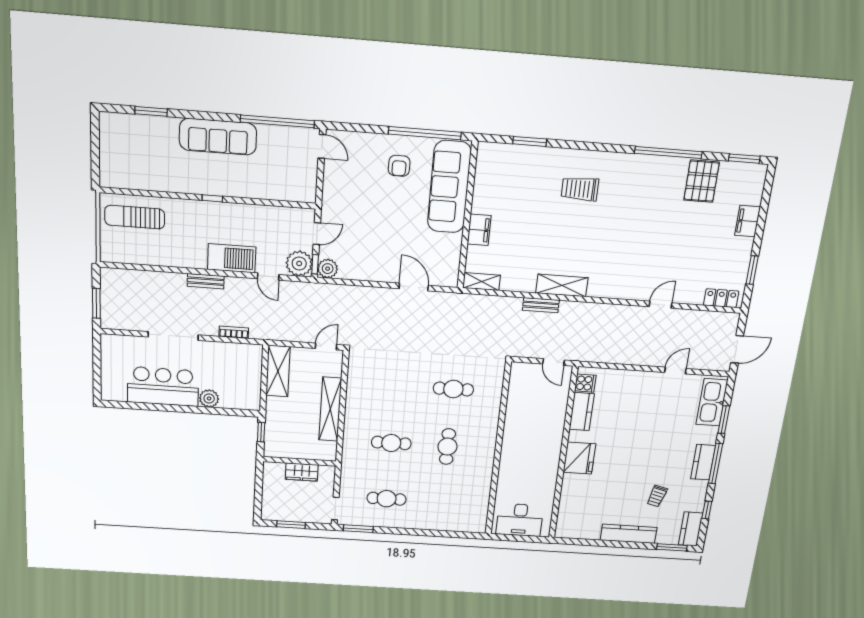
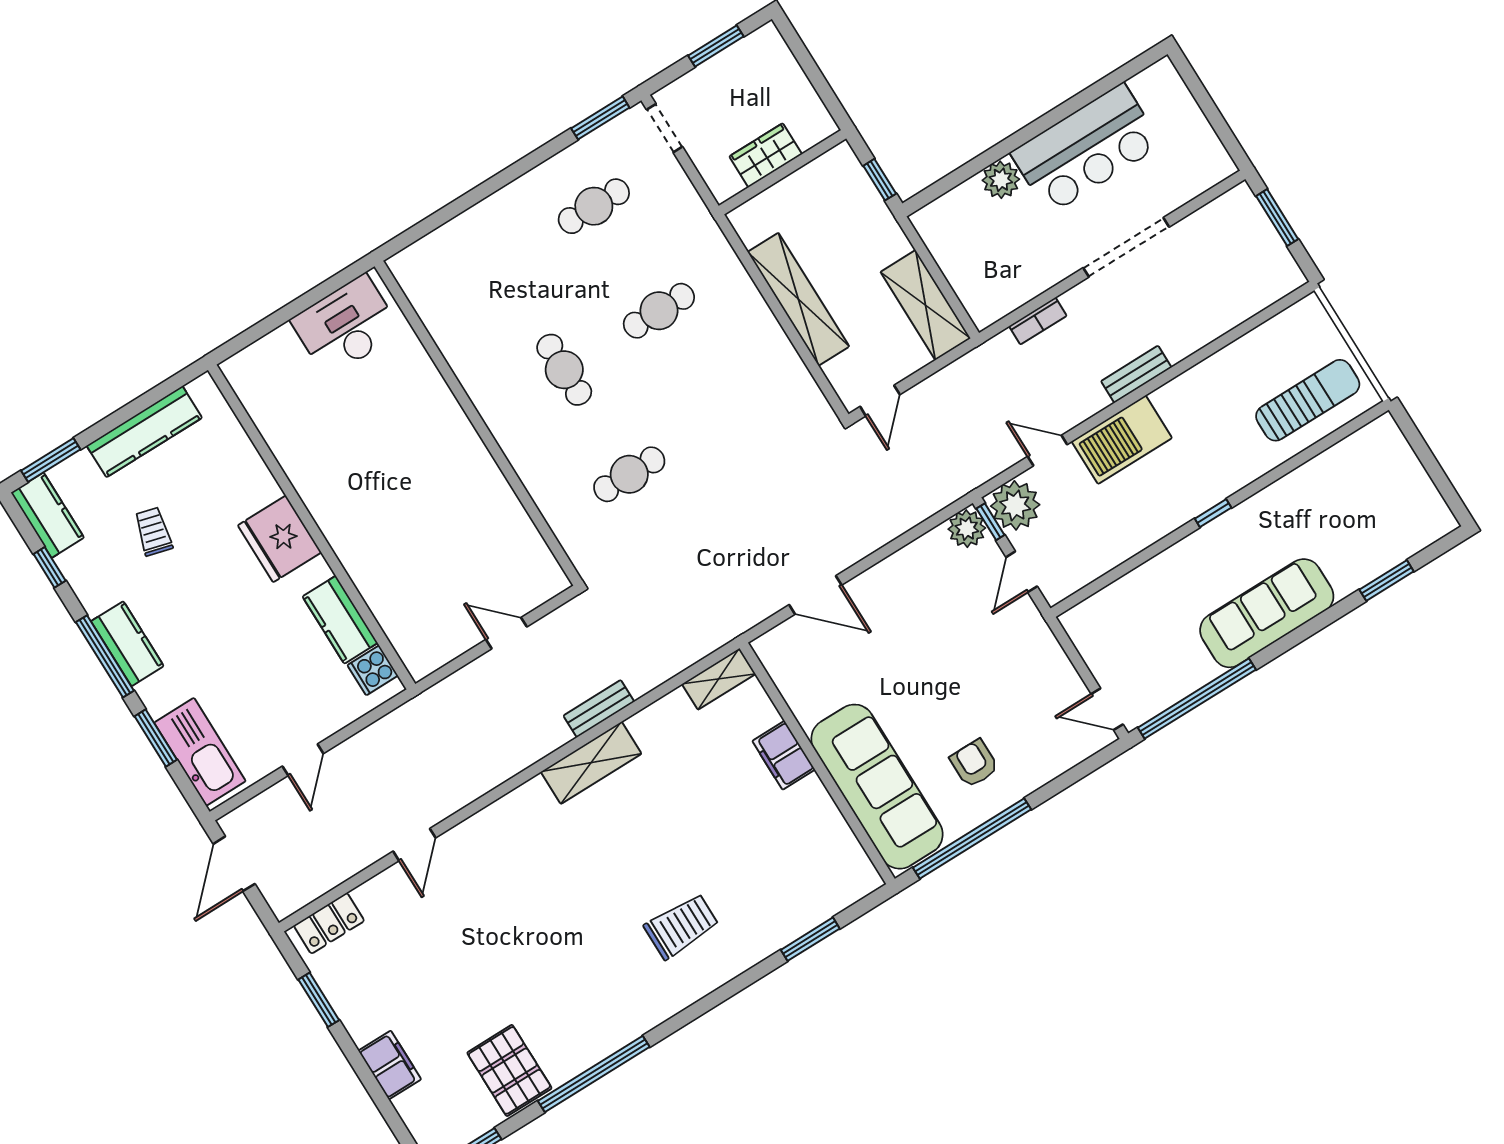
cooker: (585, 383) -> (373, 670), moved
kitchen counter: (582, 412) -> (340, 620), moved
wall: (563, 454) -> (312, 527), moved
fridge: (579, 458) -> (280, 539), moved

